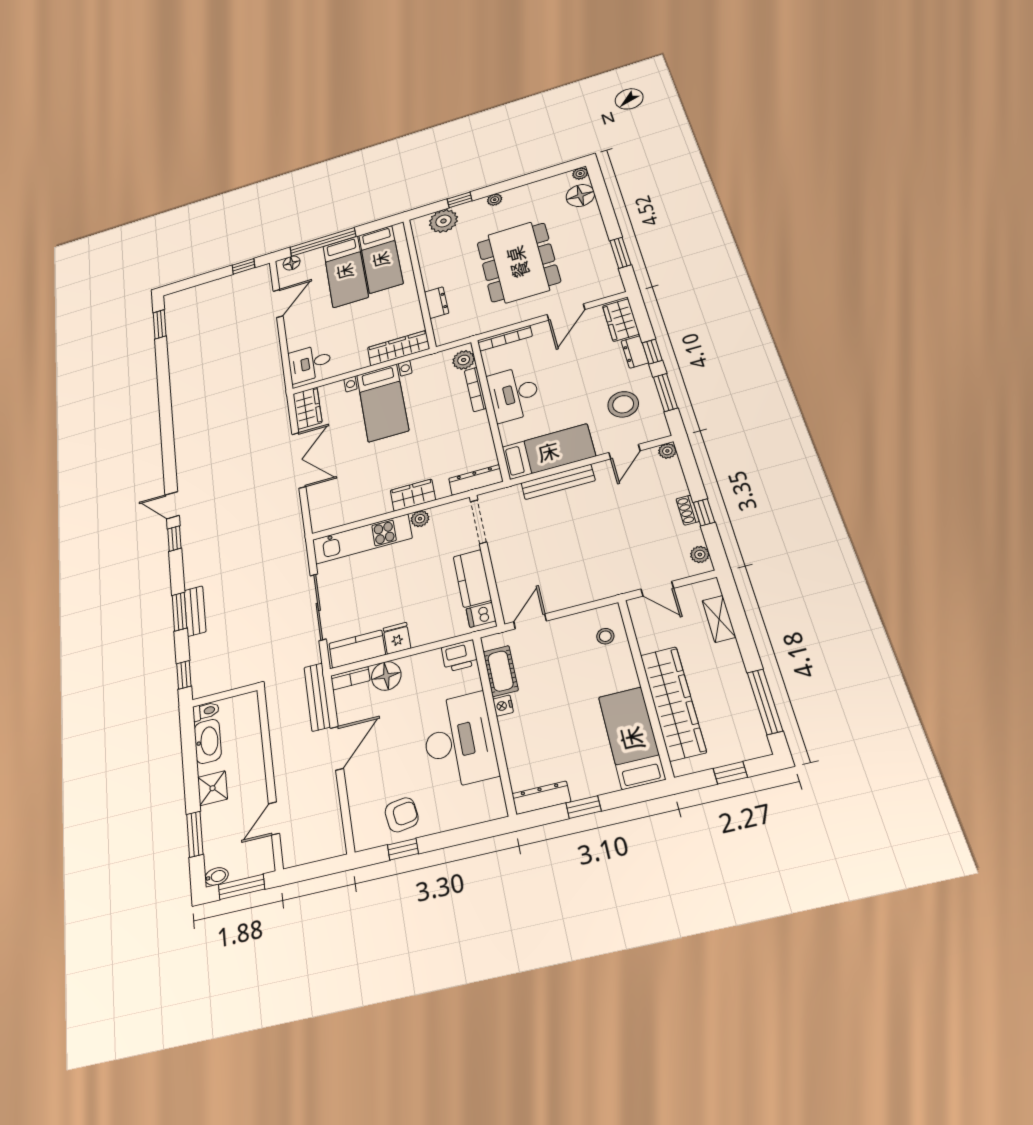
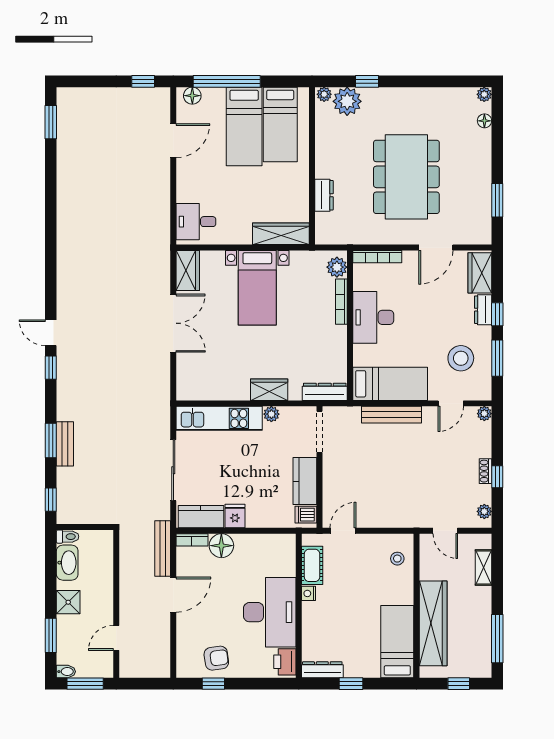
floor lamp: (580, 195) -> (484, 121), width x0.53, depth x0.53
plant: (495, 200) -> (324, 94), moved
printer: (460, 656) -> (285, 662), moved, turned 90

